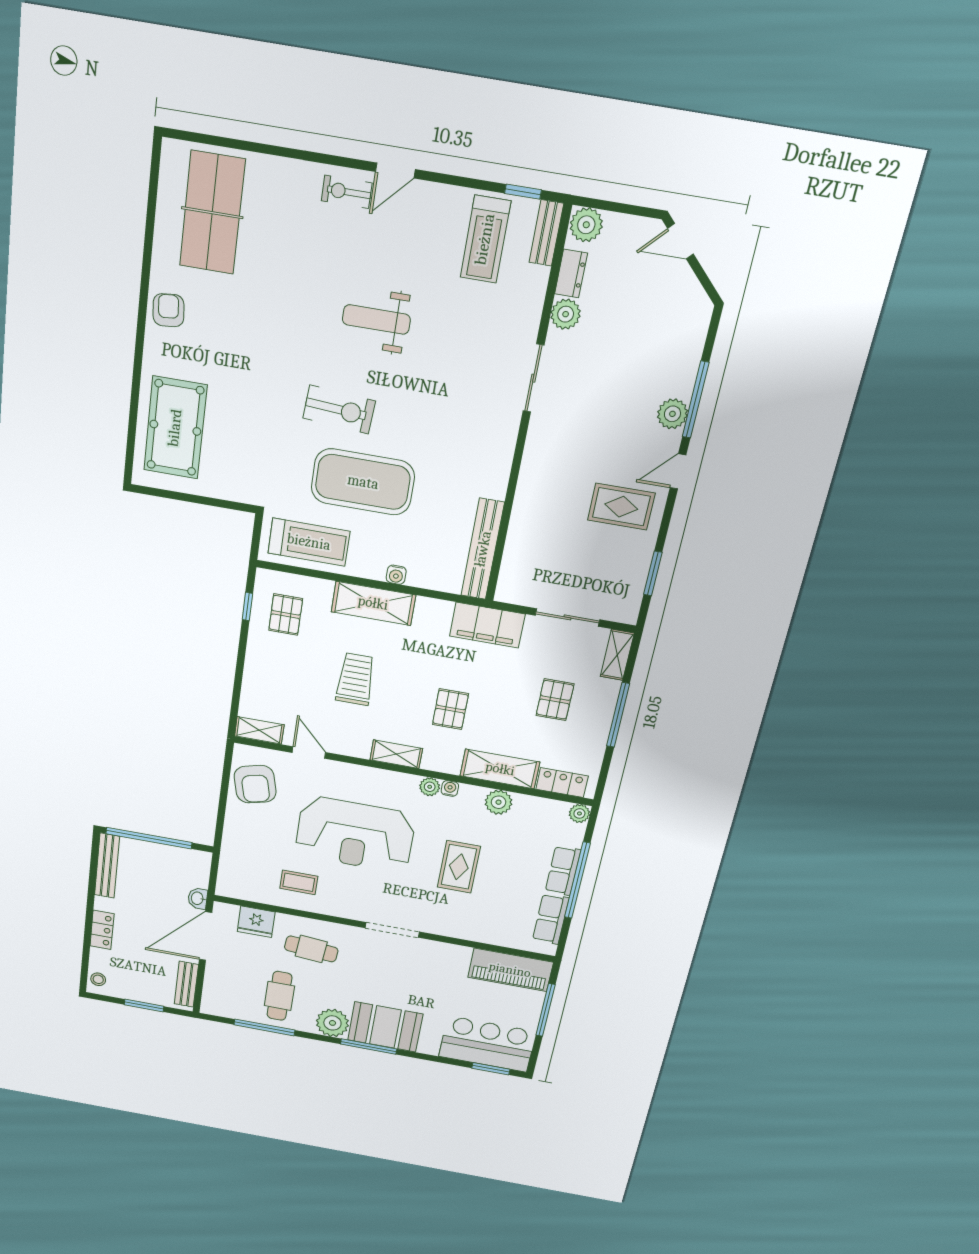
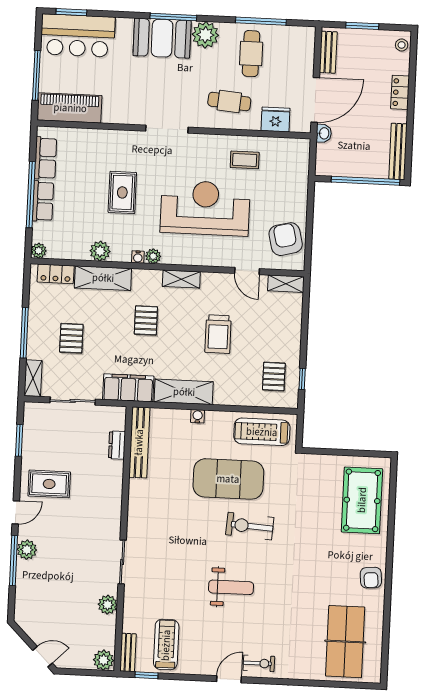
dresser: (571, 274) -> (117, 445), moved
shelving: (373, 603) -> (184, 392), moved

